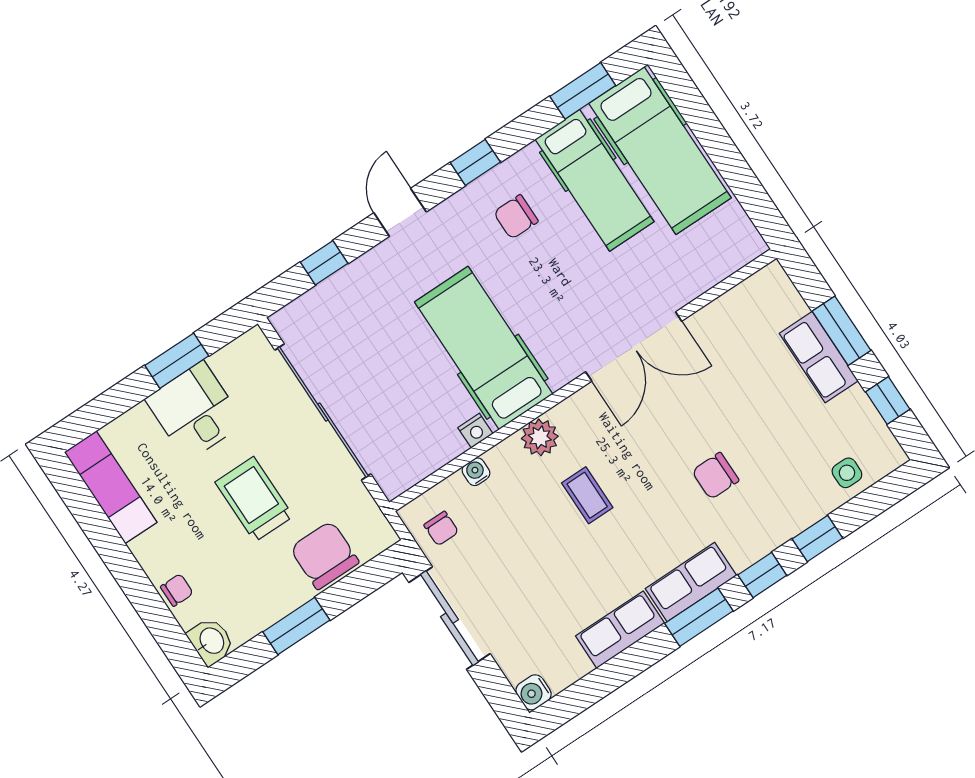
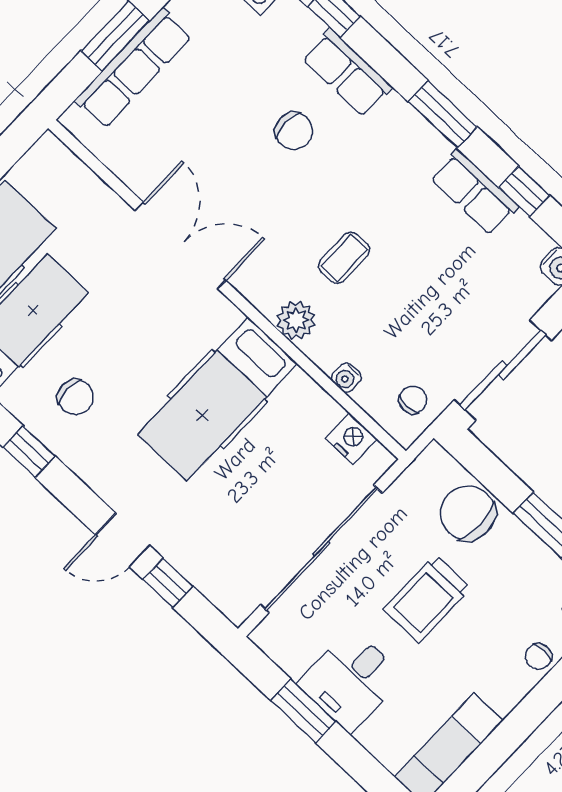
door: (400, 212) -> (123, 540), moved
row of seats: (819, 357) -> (133, 68), width x1.48
nightstand: (475, 431) -> (351, 439), moved, width x1.39, depth x1.35
chair: (325, 555) -> (468, 513), turned 90
window: (762, 575) -> (524, 191), moved
row of seats: (691, 582) -> (347, 73), moved
chair: (177, 590) -> (539, 656), turned -90

